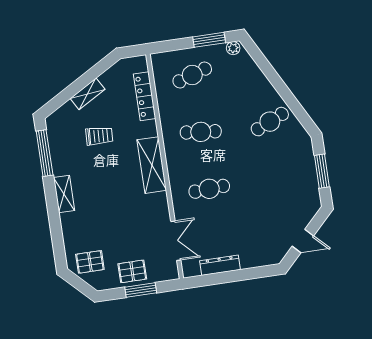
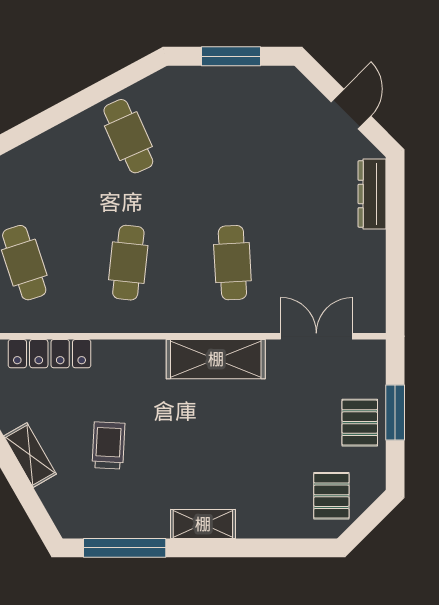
shelving: (152, 165) -> (216, 359), moved
dresser: (220, 265) -> (372, 194), moved

